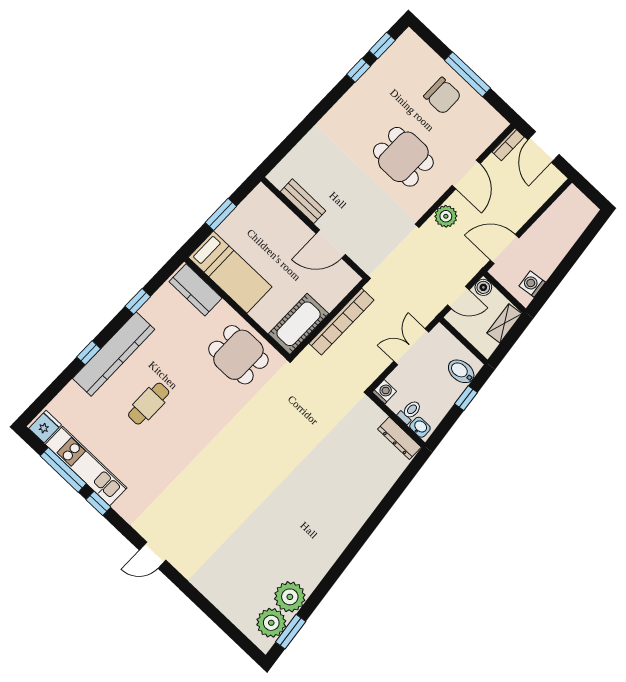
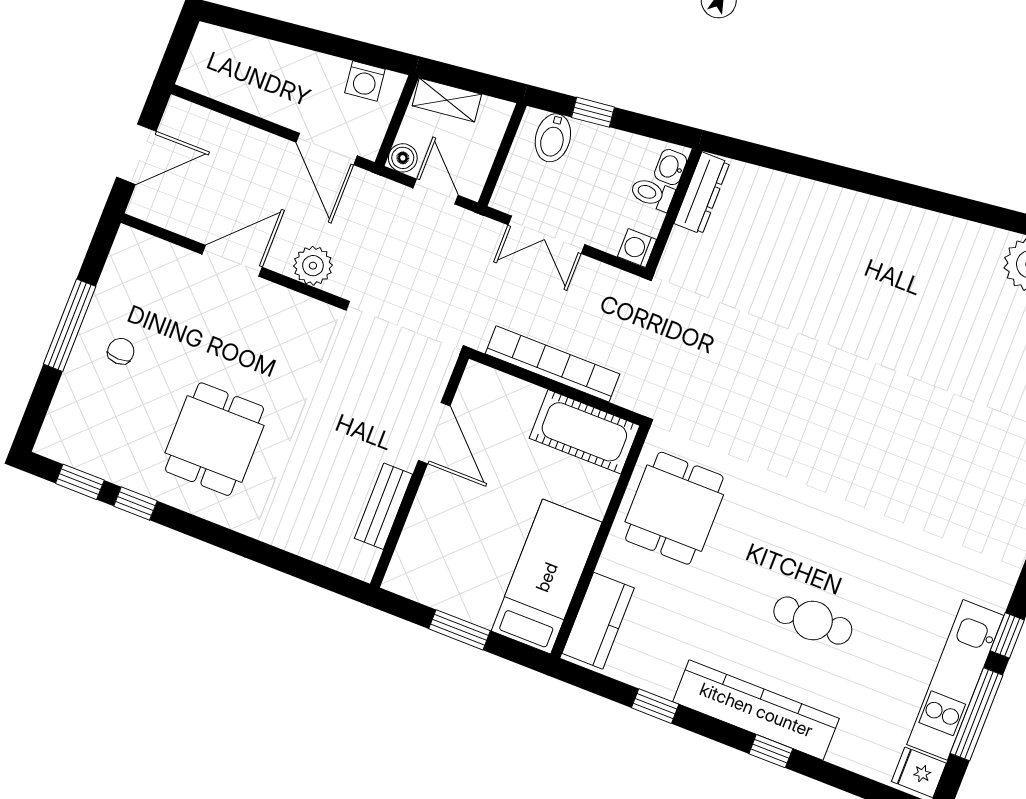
chair: (442, 96) -> (121, 351), width x0.54, depth x0.54
bookcase: (508, 144) -> (156, 213), removed
dining table: (403, 157) -> (215, 439), moved

